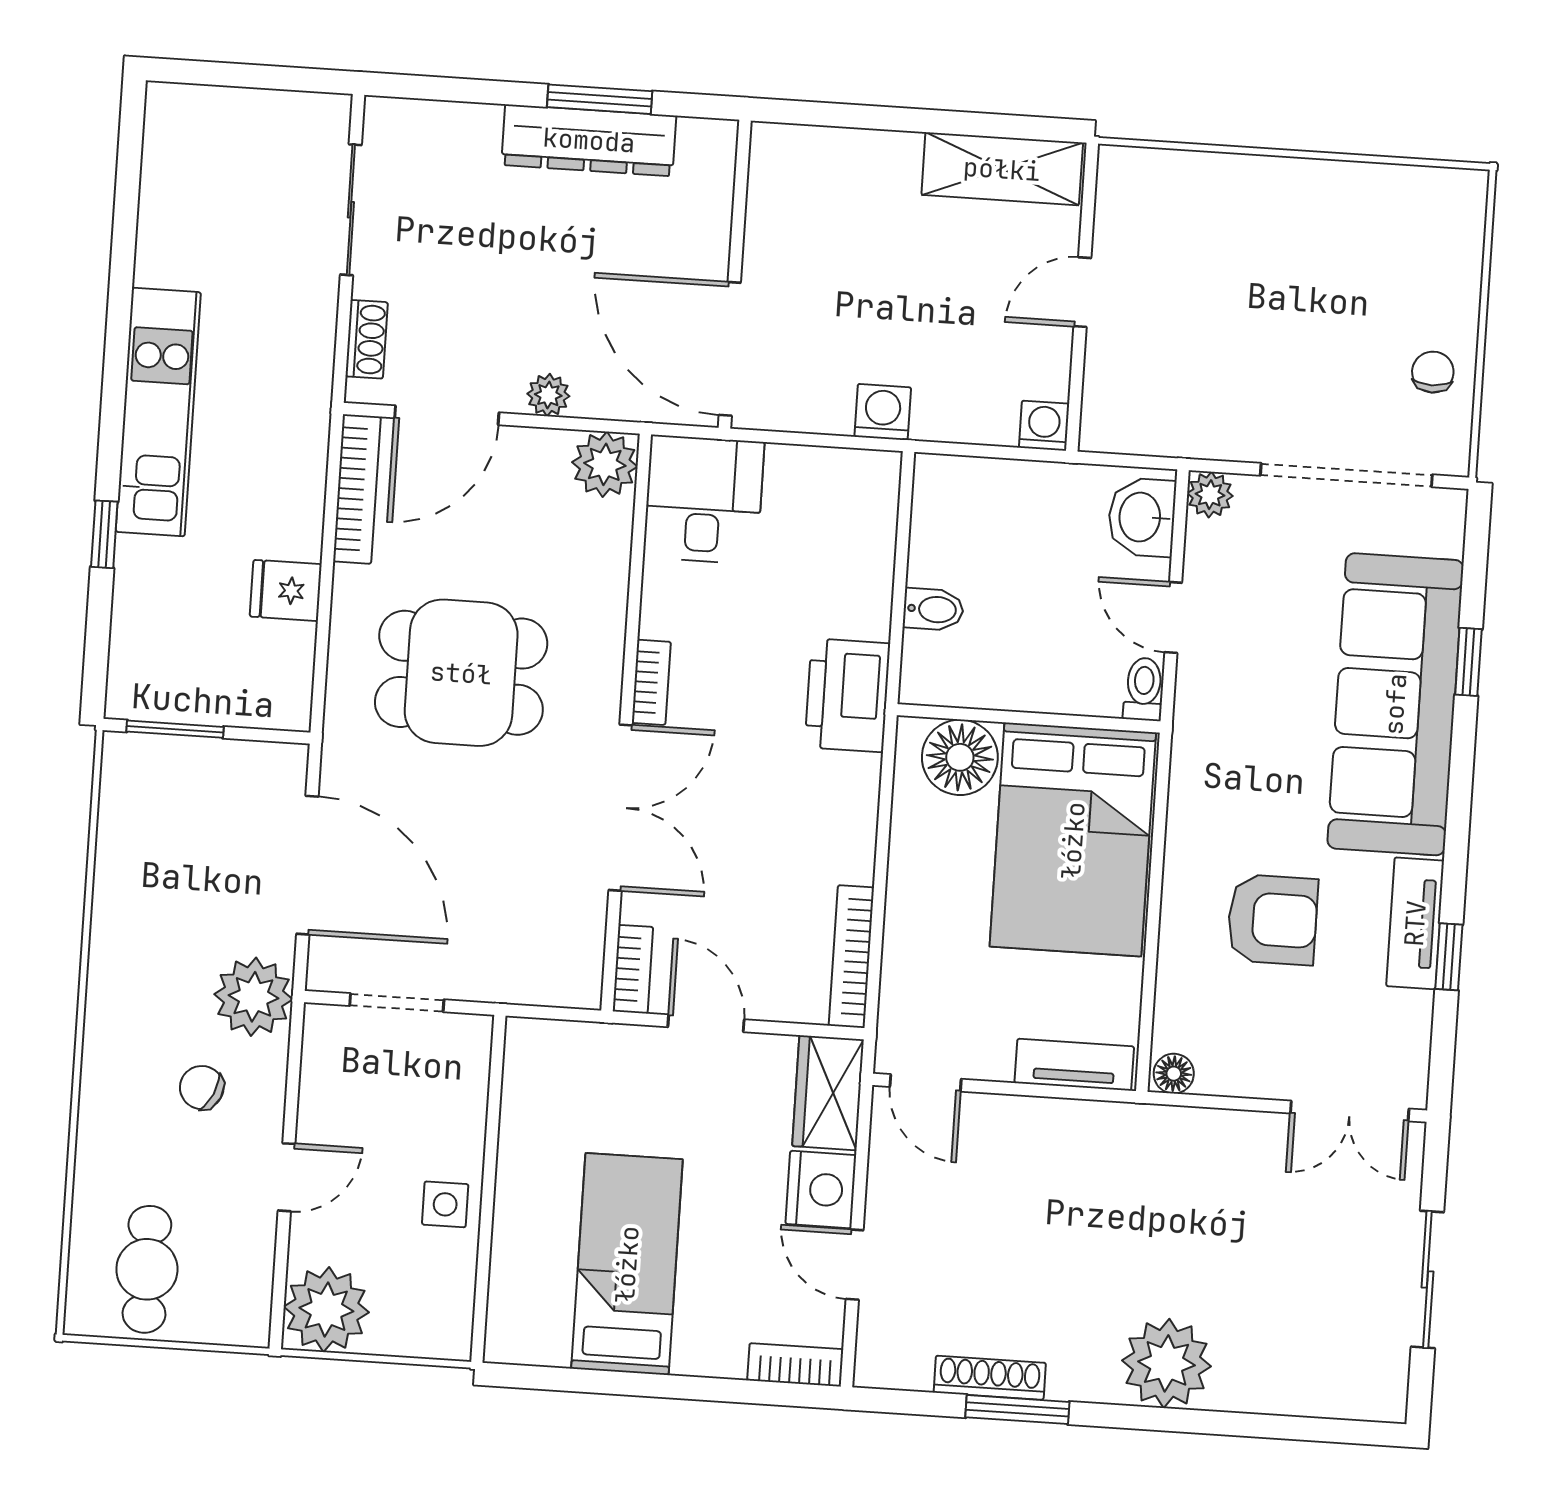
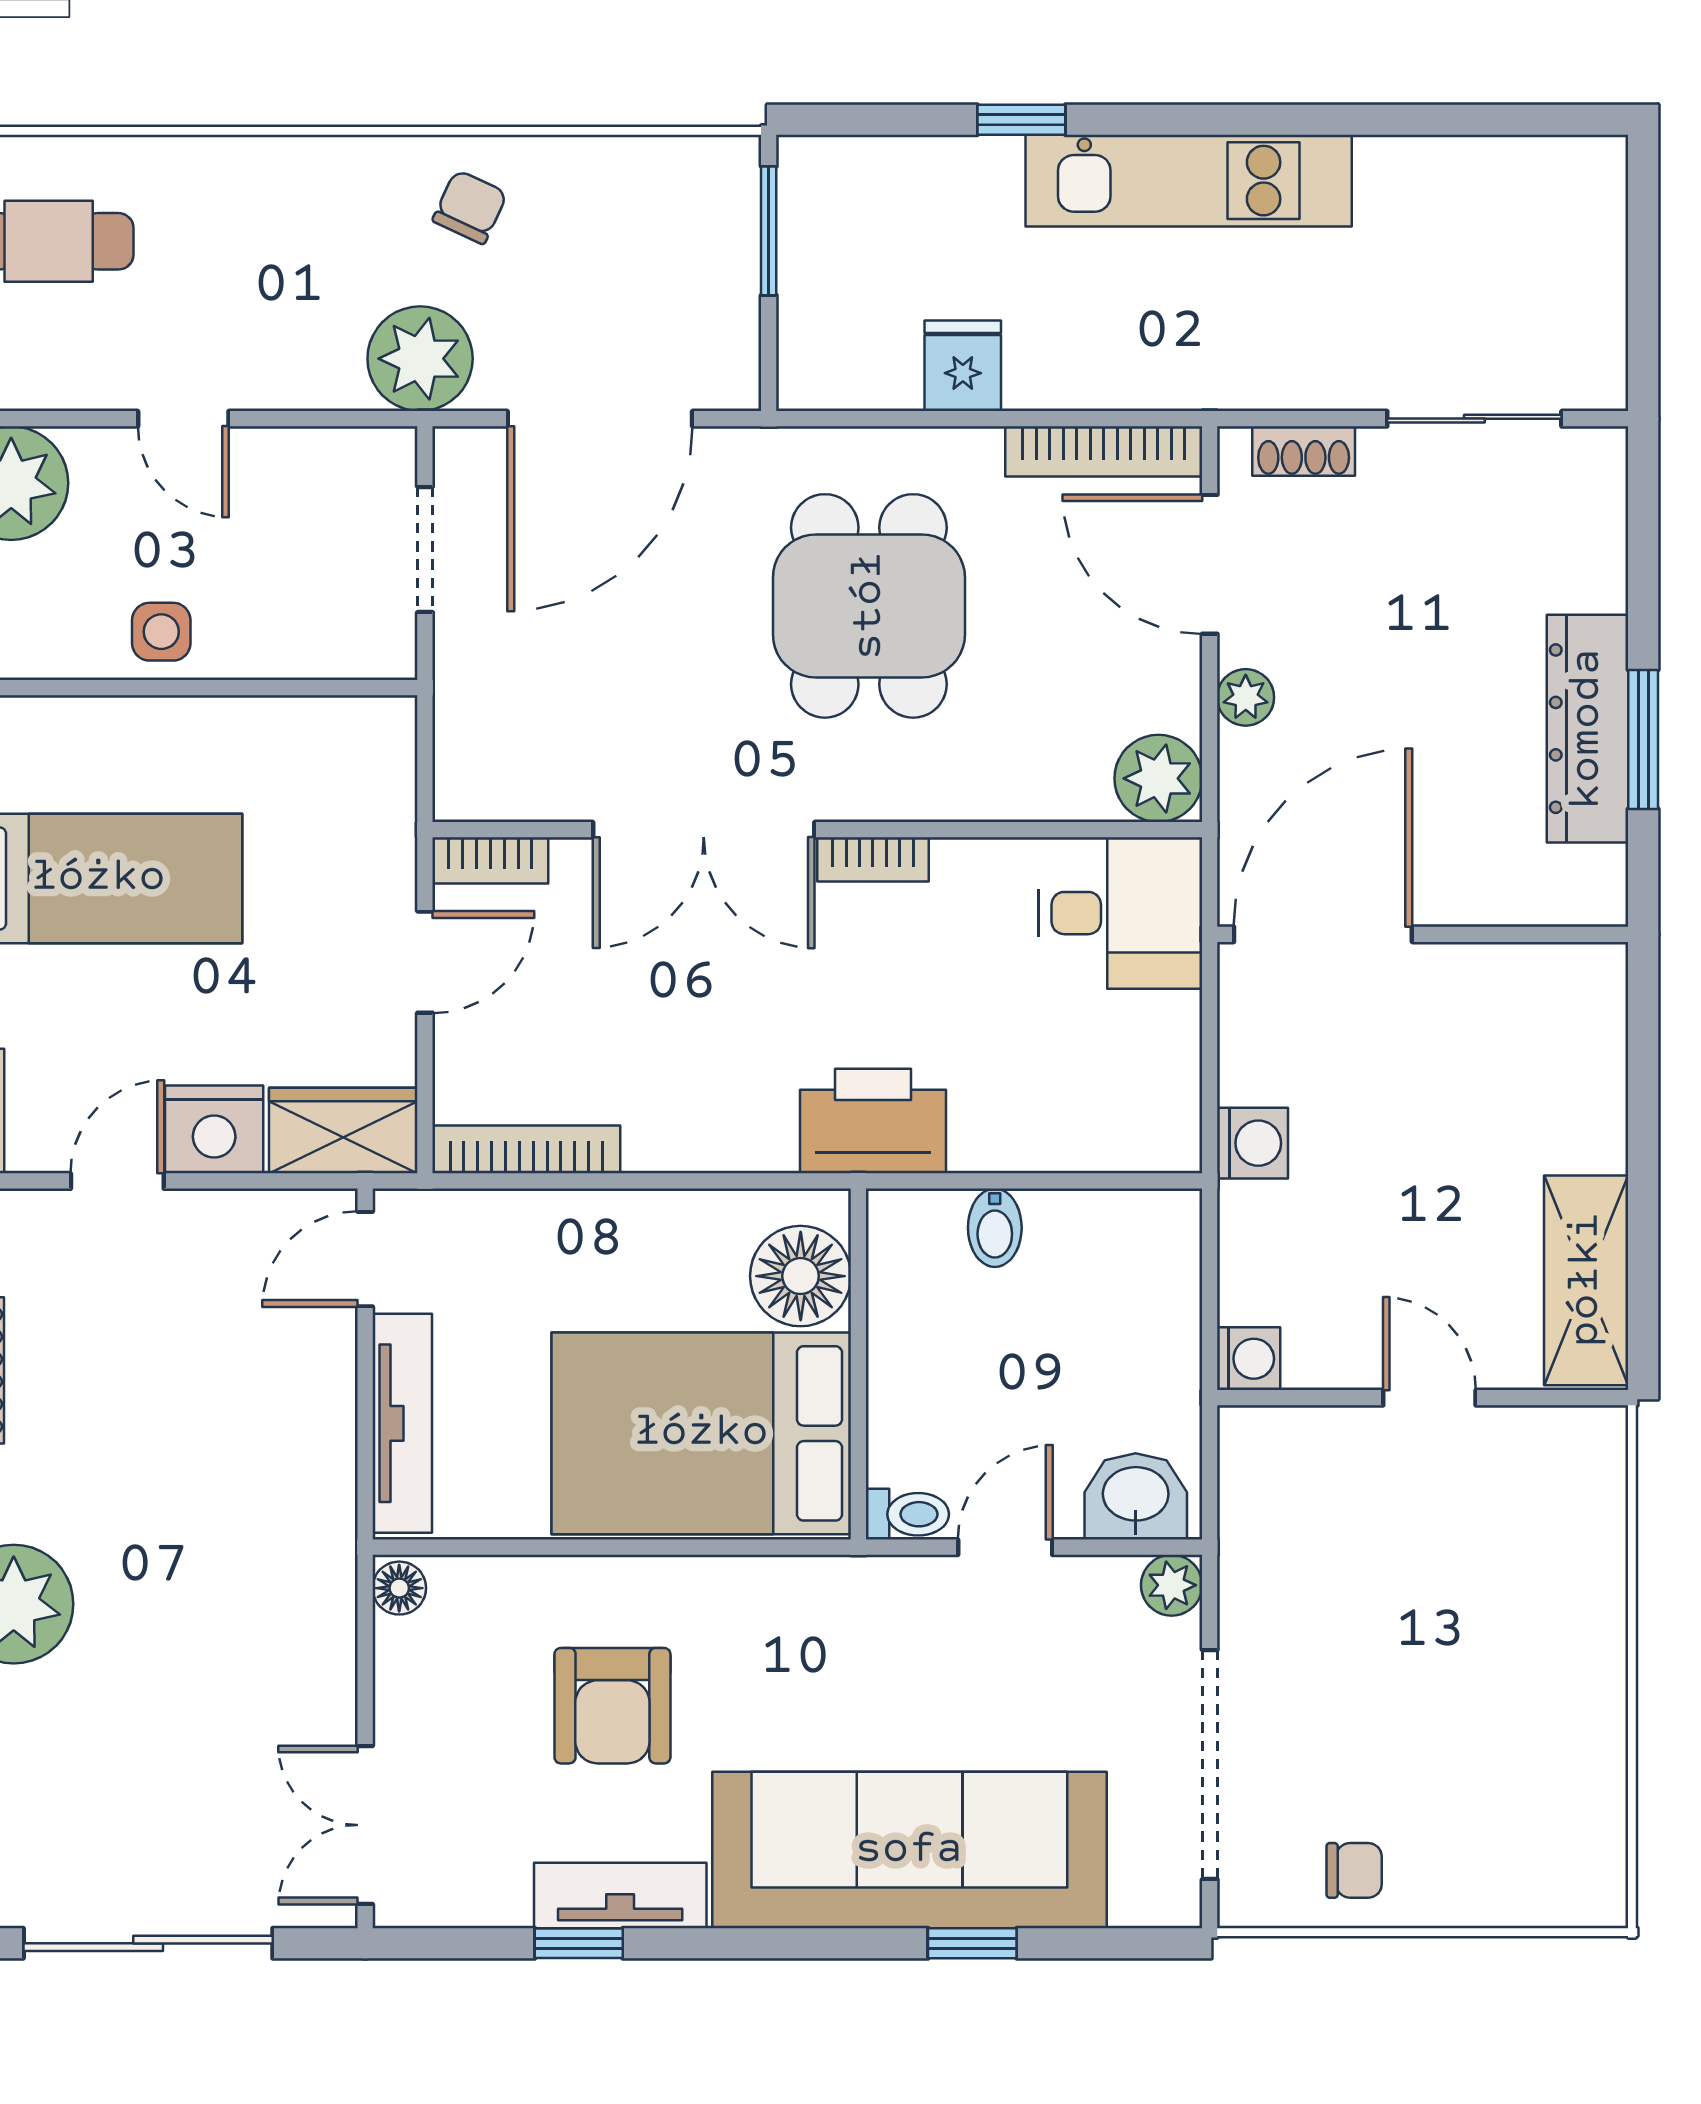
tv unit: (1074, 1065) -> (402, 1423), width x1.41
chair: (202, 1088) -> (470, 207), moved
sliding door: (1427, 1280) -> (148, 1943), width x1.37

